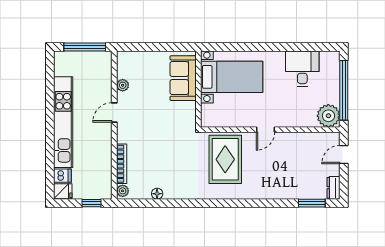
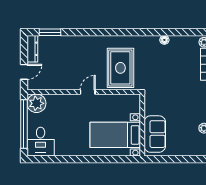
desk: (302, 69) -> (41, 142), moved
dresser: (334, 188) -> (32, 49), width x1.44
floor lamp: (157, 194) -> (164, 40), moved

